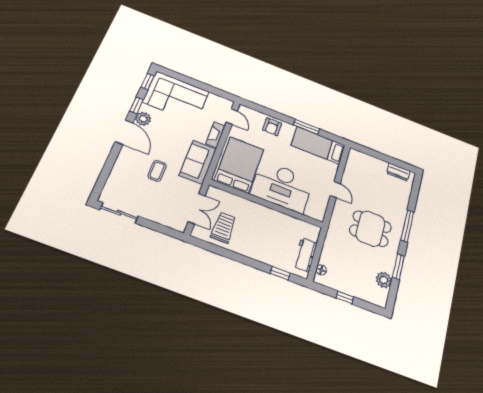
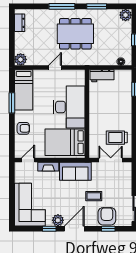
window: (148, 81) -> (108, 229), moved
plant: (355, 156) -> (21, 59), added
armchair: (123, 176) -> (107, 216), added
dining table: (370, 229) -> (75, 34), width x1.38
workbench: (305, 255) -> (102, 76), moved
plant: (384, 280) -> (126, 15), moved

